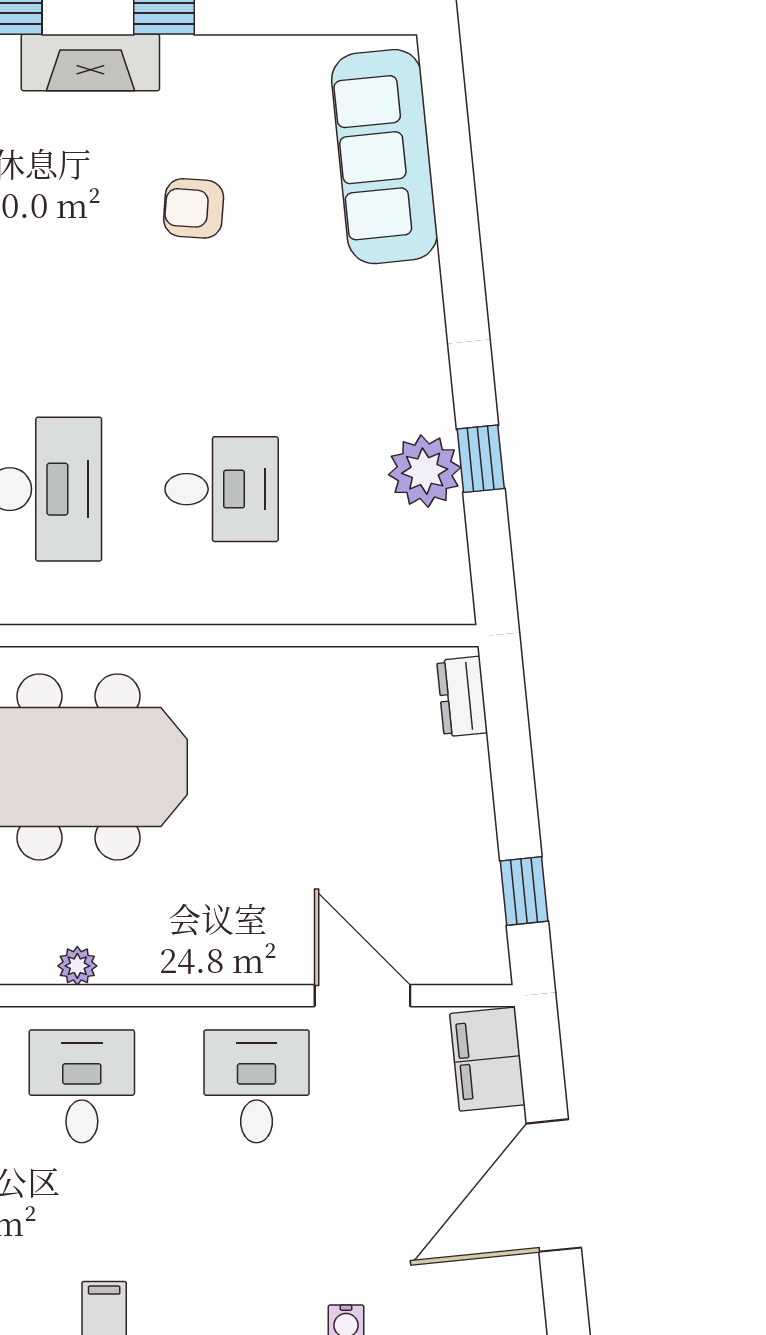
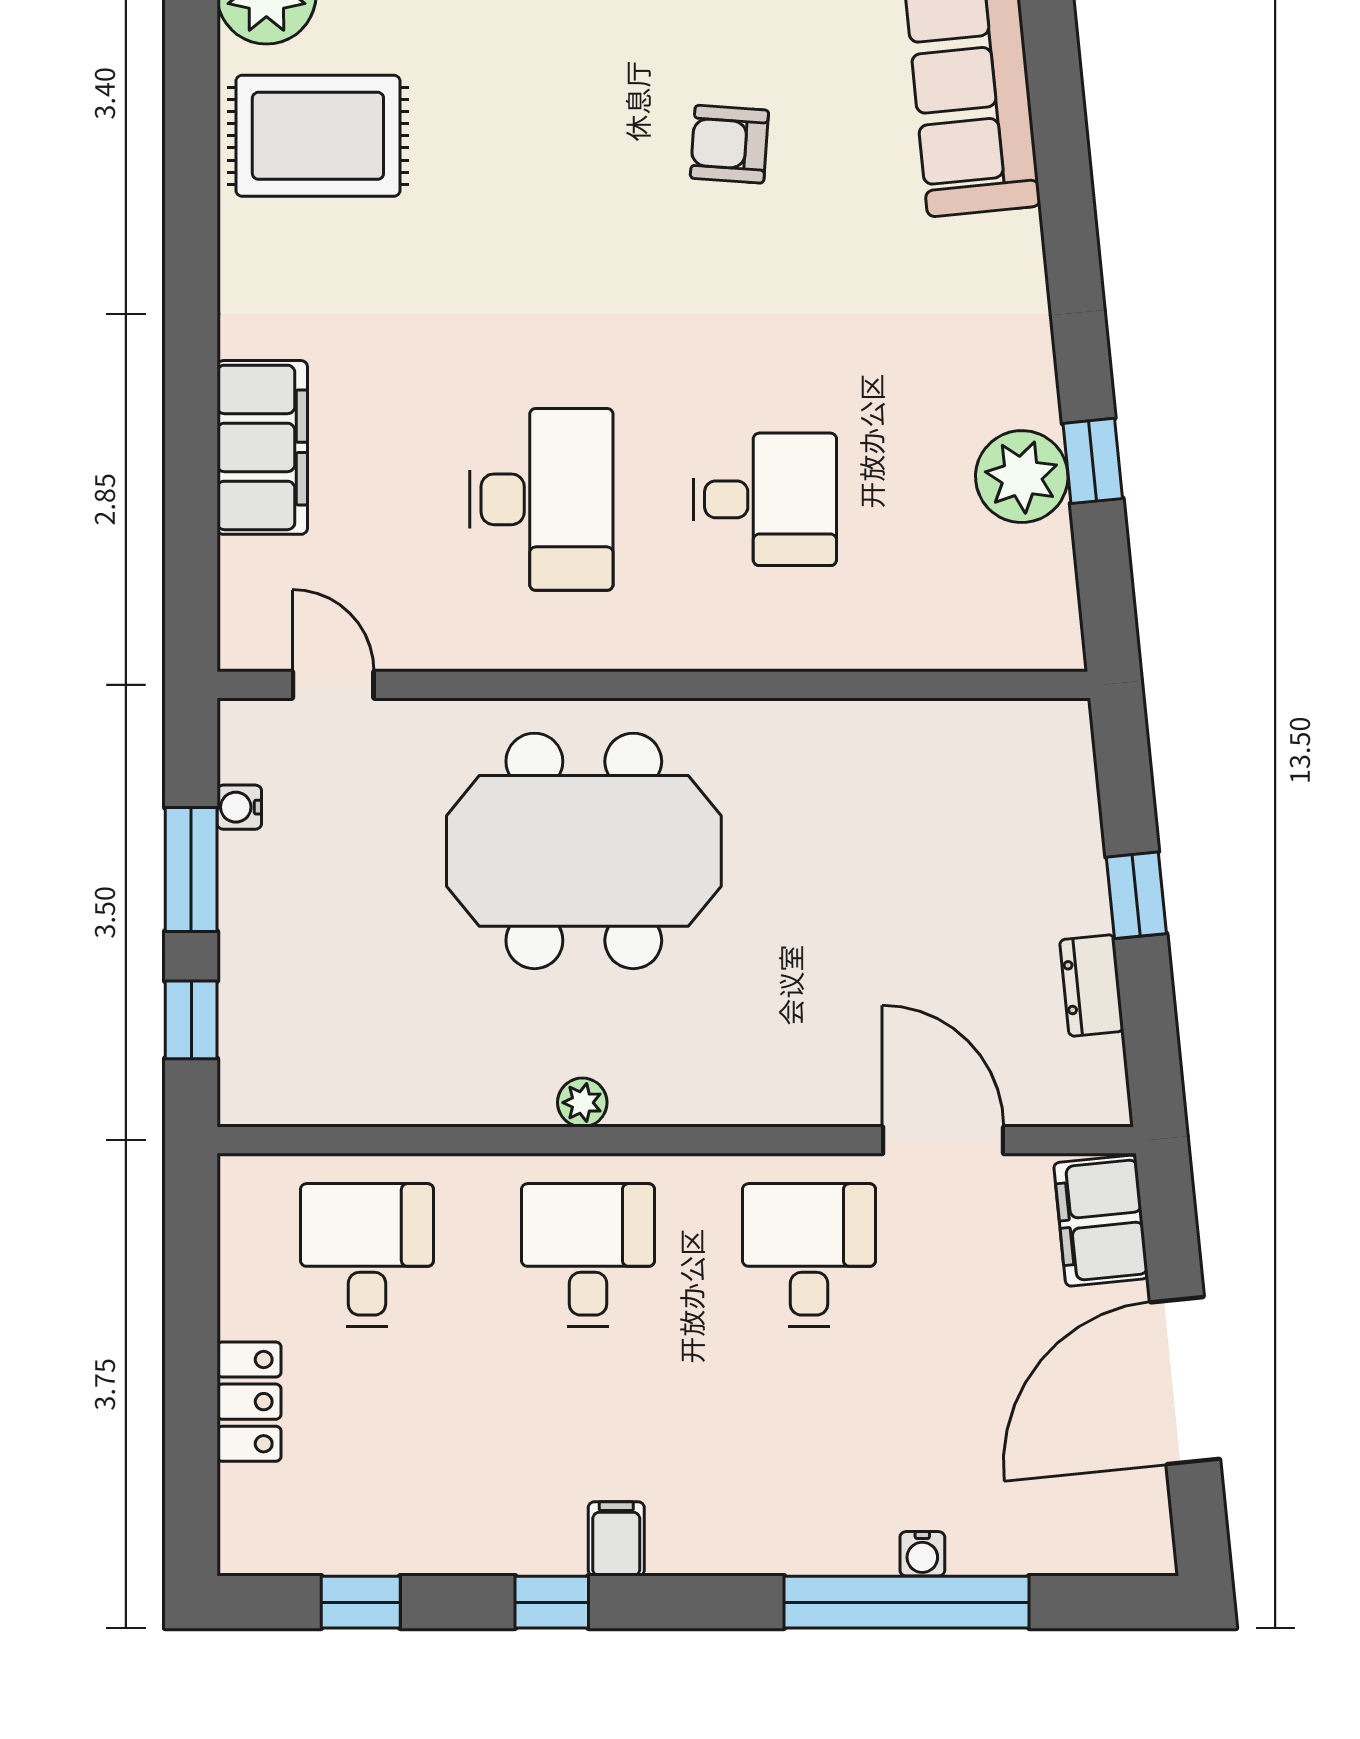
dresser: (462, 697) -> (1092, 985), moved
window: (524, 891) -> (1136, 895), moved

